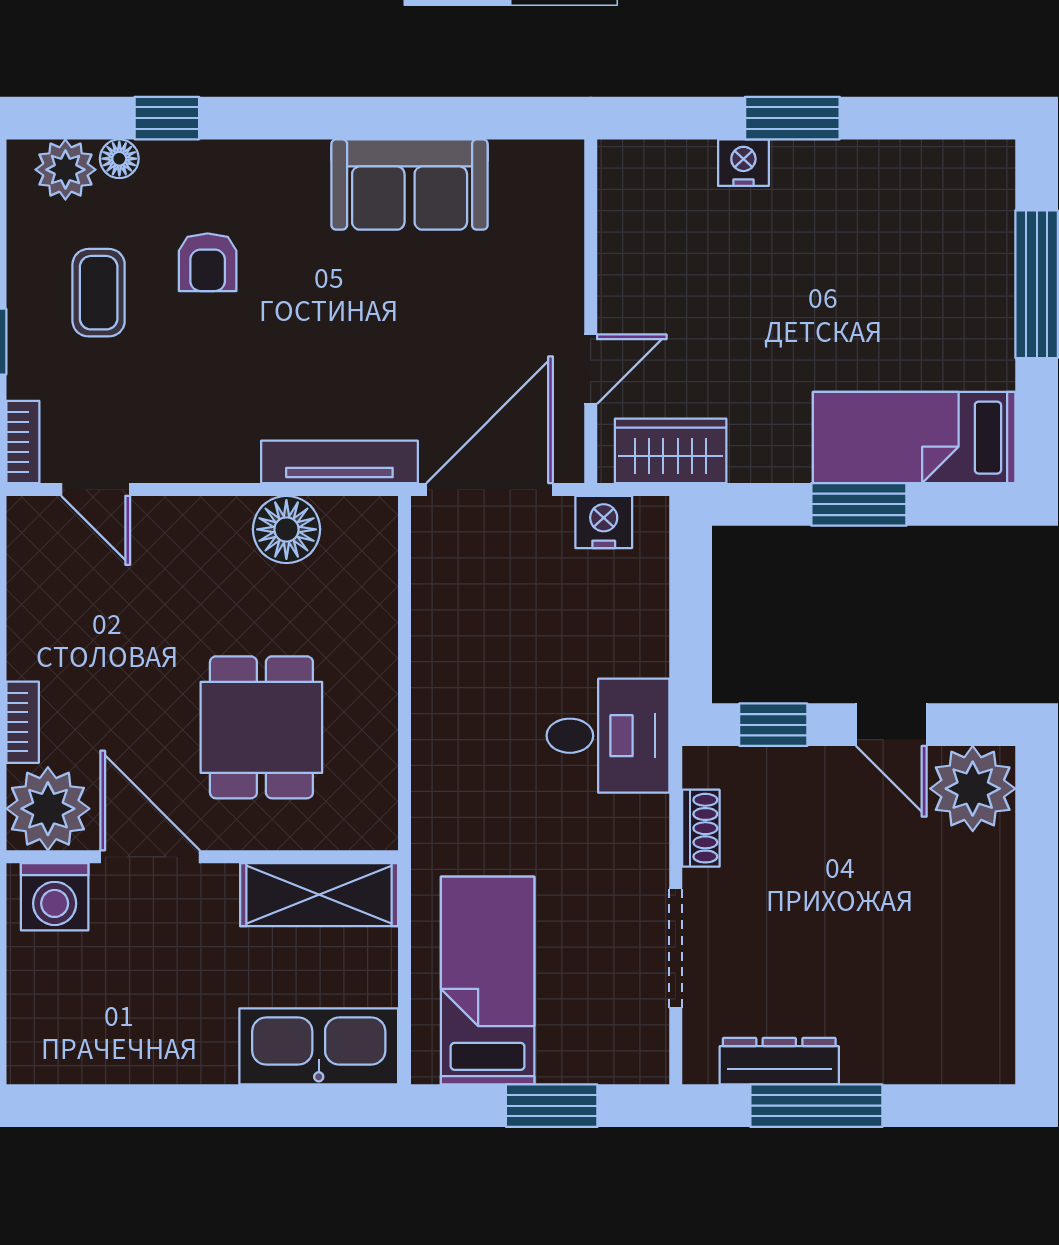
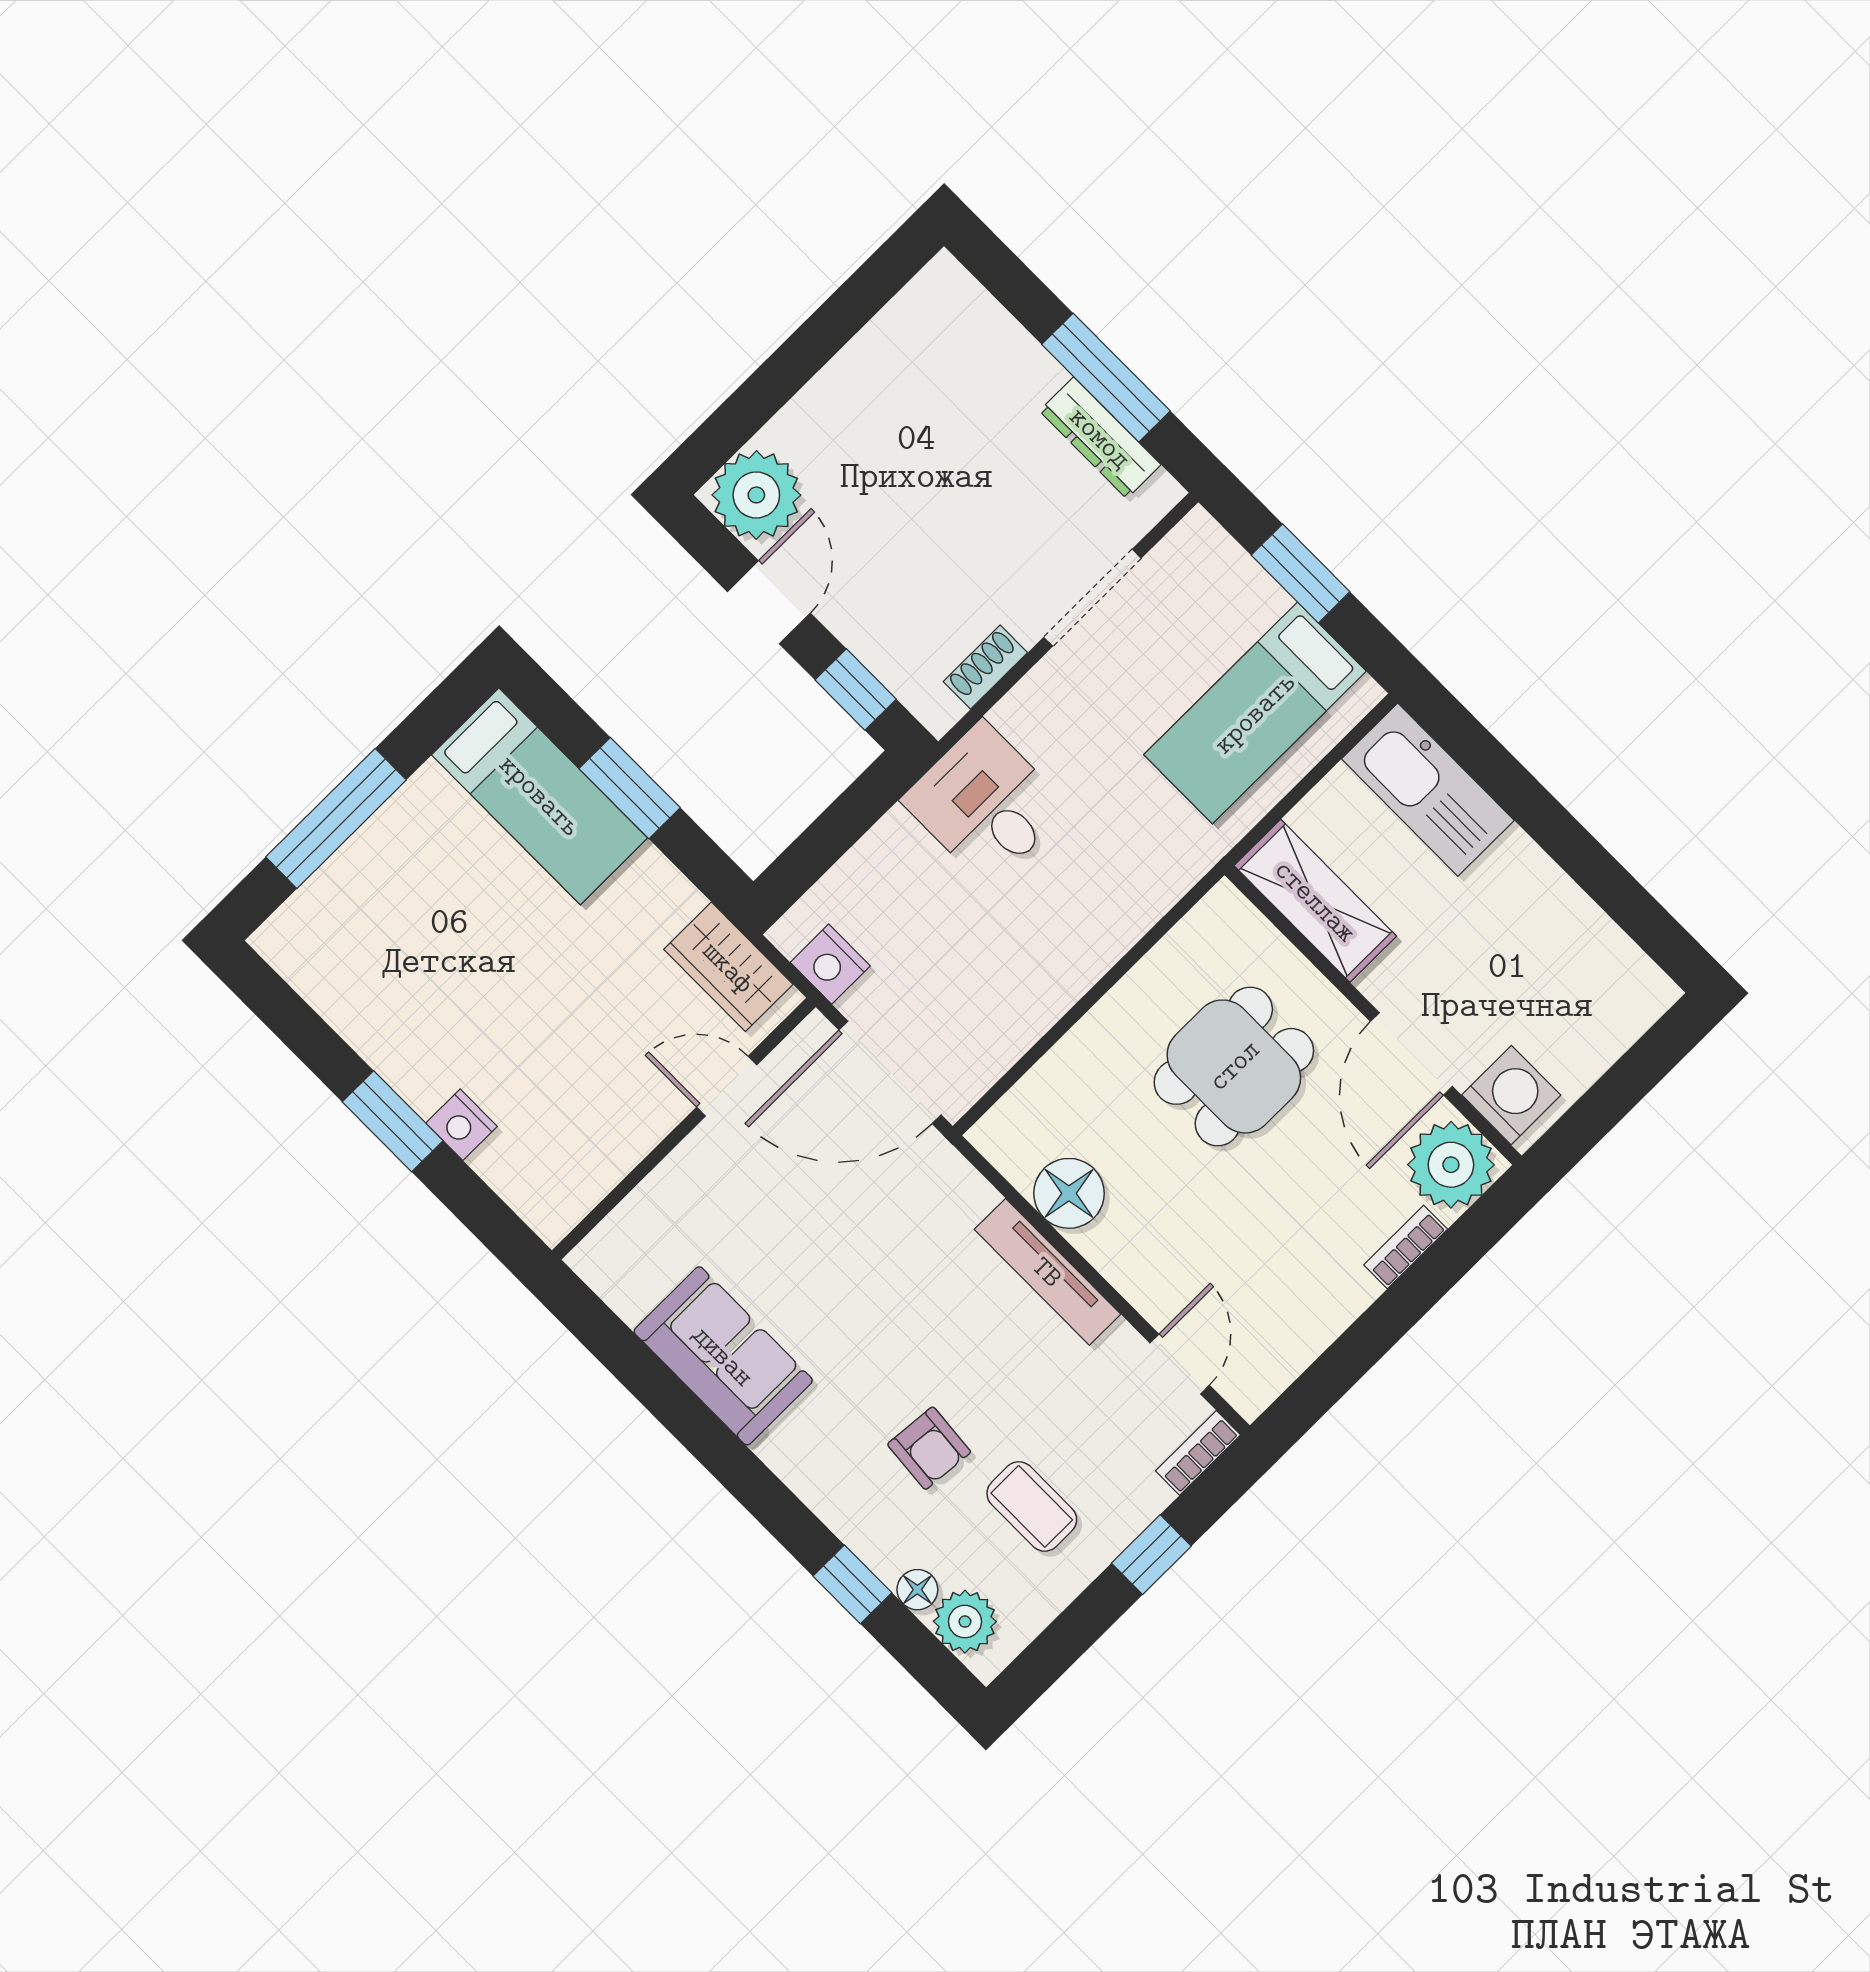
armchair: (208, 262) -> (929, 1448), turned 95
coffee table: (99, 293) -> (1032, 1506), turned 90
tv unit: (339, 462) -> (1047, 1272), moved

